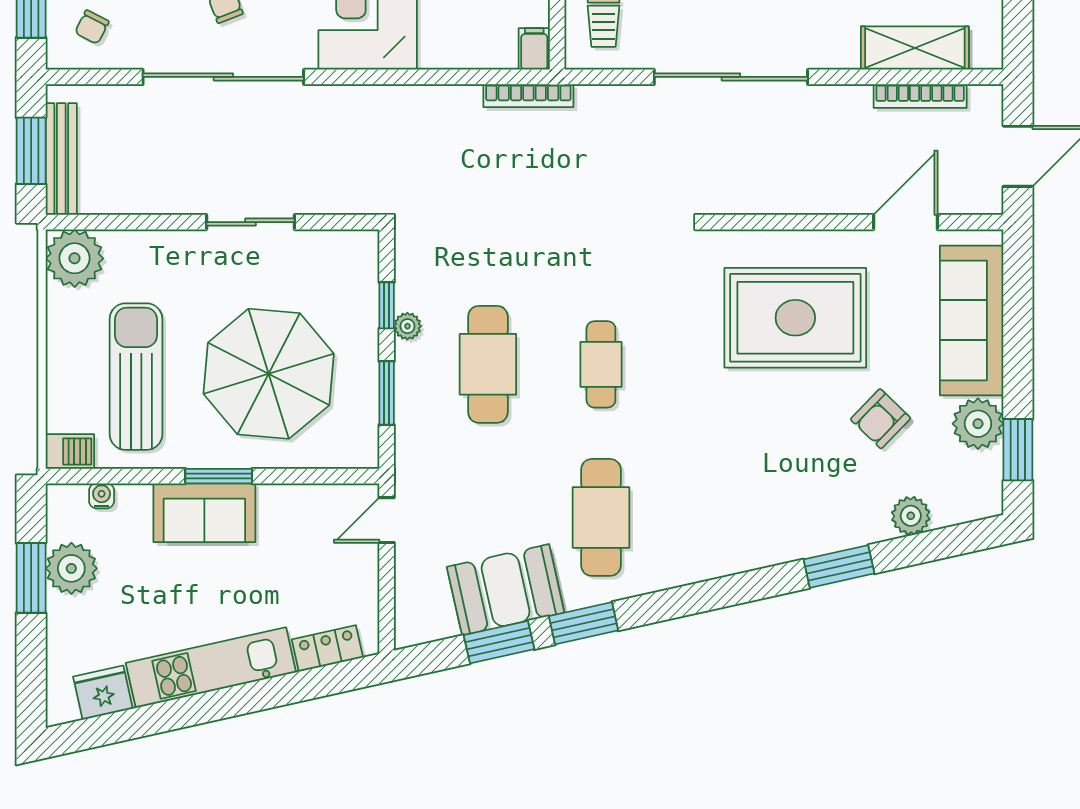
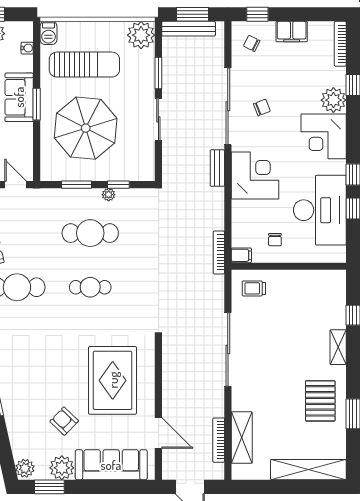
bench: (352, 99) -> (217, 168), added
window: (154, 222) -> (158, 73), added
plant: (911, 516) -> (25, 468), moved

